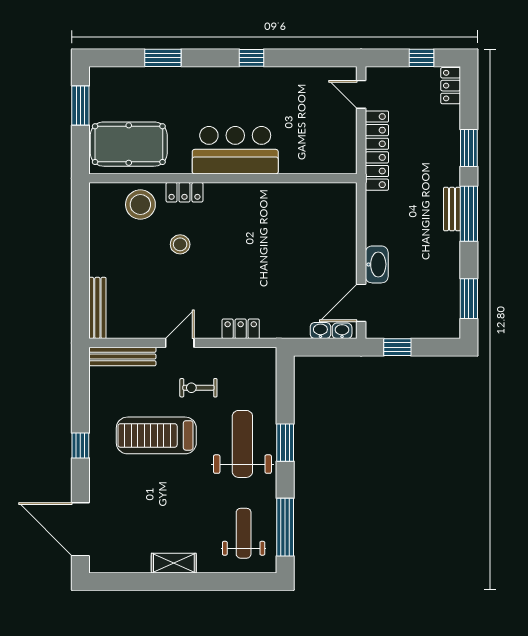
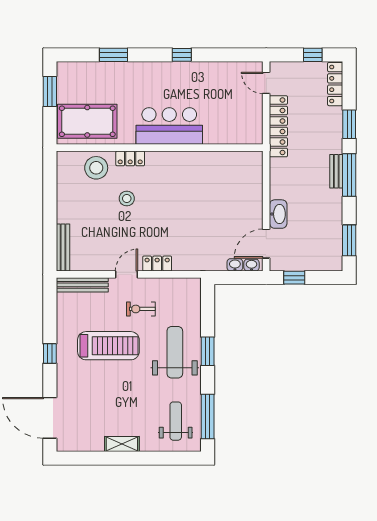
locker: (451, 86) -> (335, 84), width x1.53
locker: (241, 329) -> (157, 264), moved
treadmill: (156, 435) -> (108, 346), turned 180

